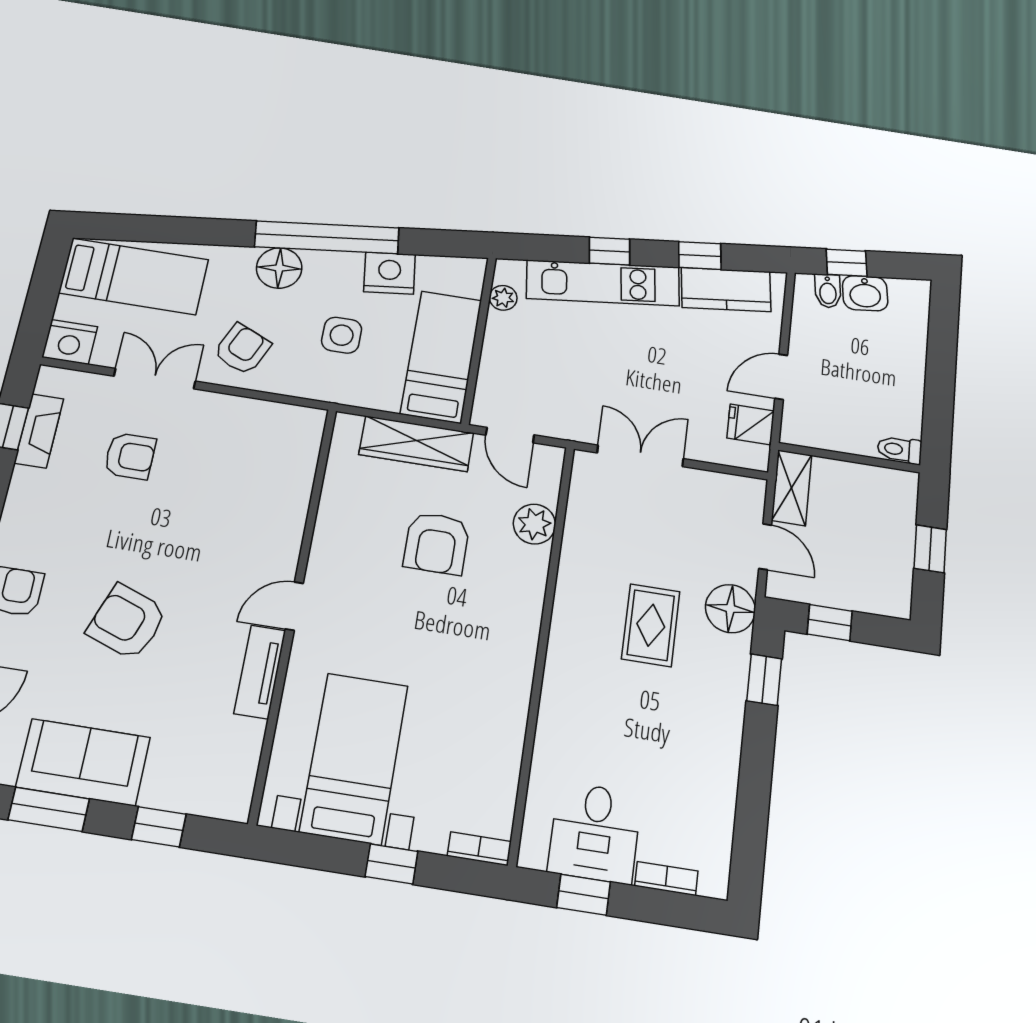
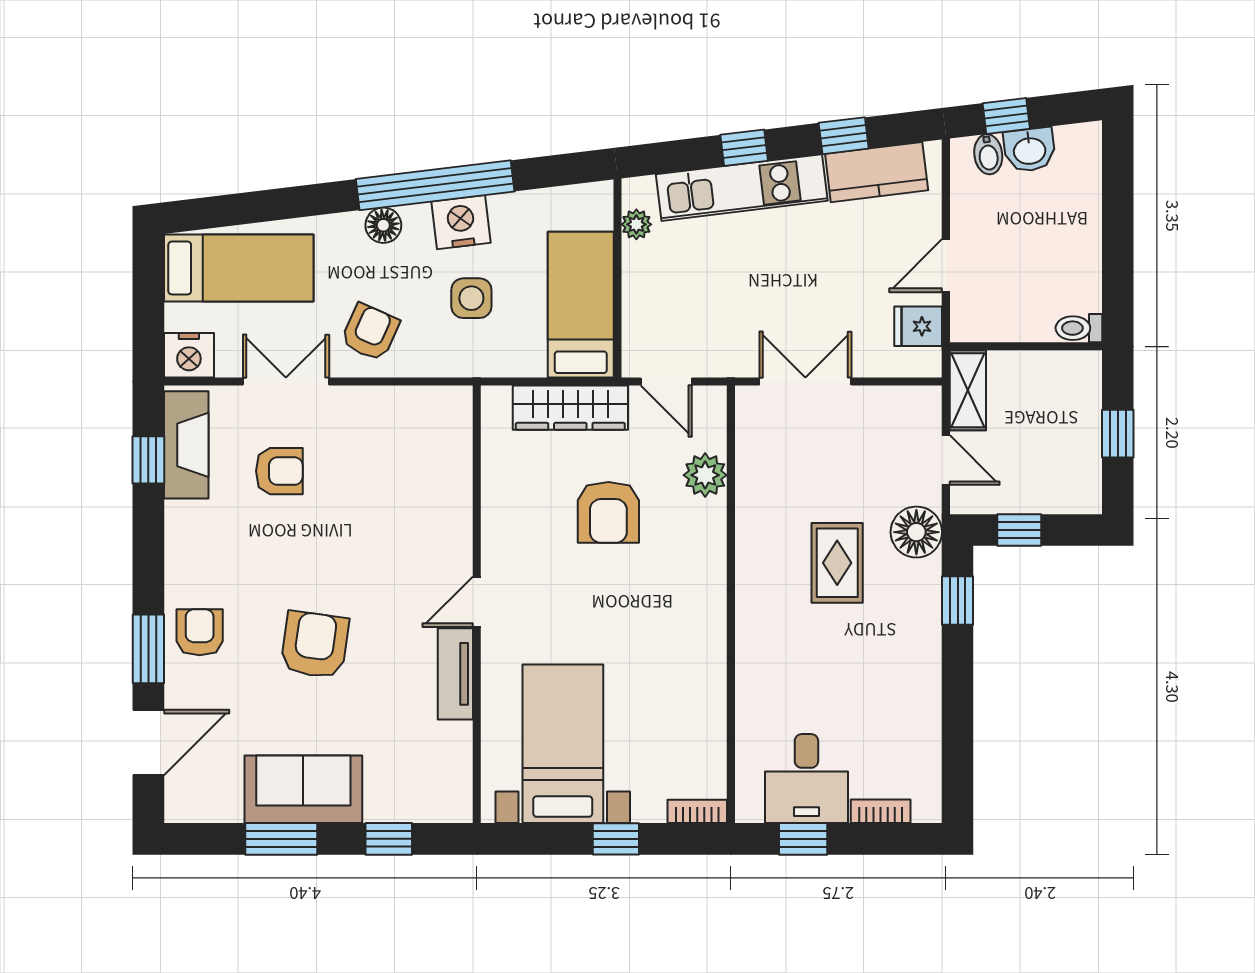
floor lamp: (279, 268) -> (383, 225), width x0.73, depth x0.73
nightstand: (390, 273) -> (461, 222), moved
fireplace: (39, 431) -> (186, 445), width x1.37, depth x1.32
armchair: (127, 622) -> (315, 645), turned 78

